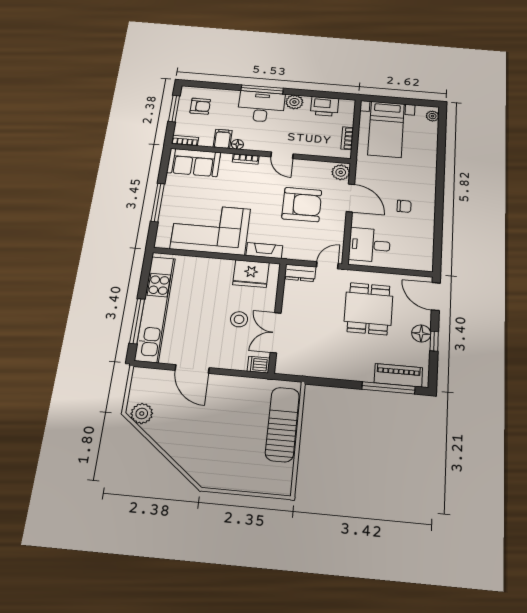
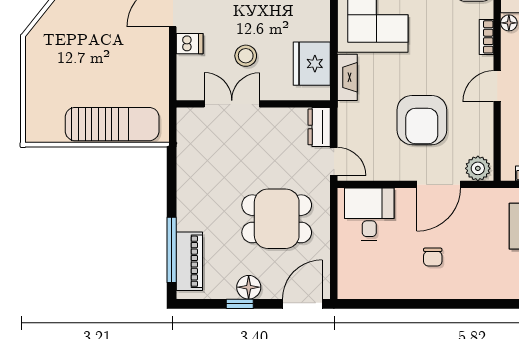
dishwasher: (259, 365) -> (190, 44), moved, turned 90

